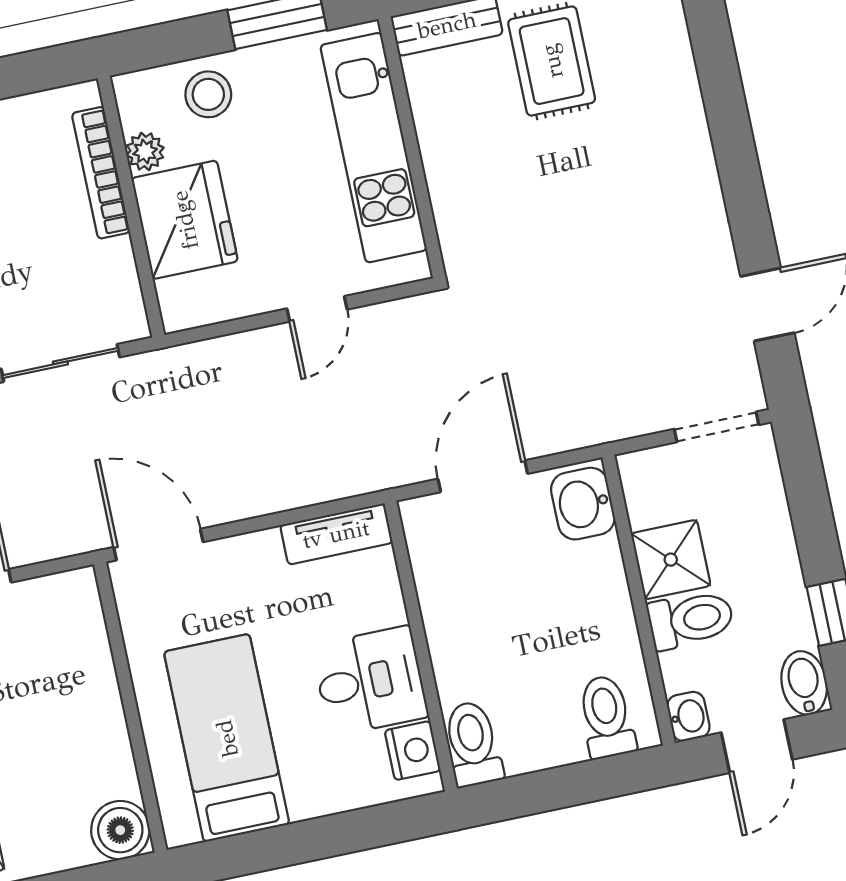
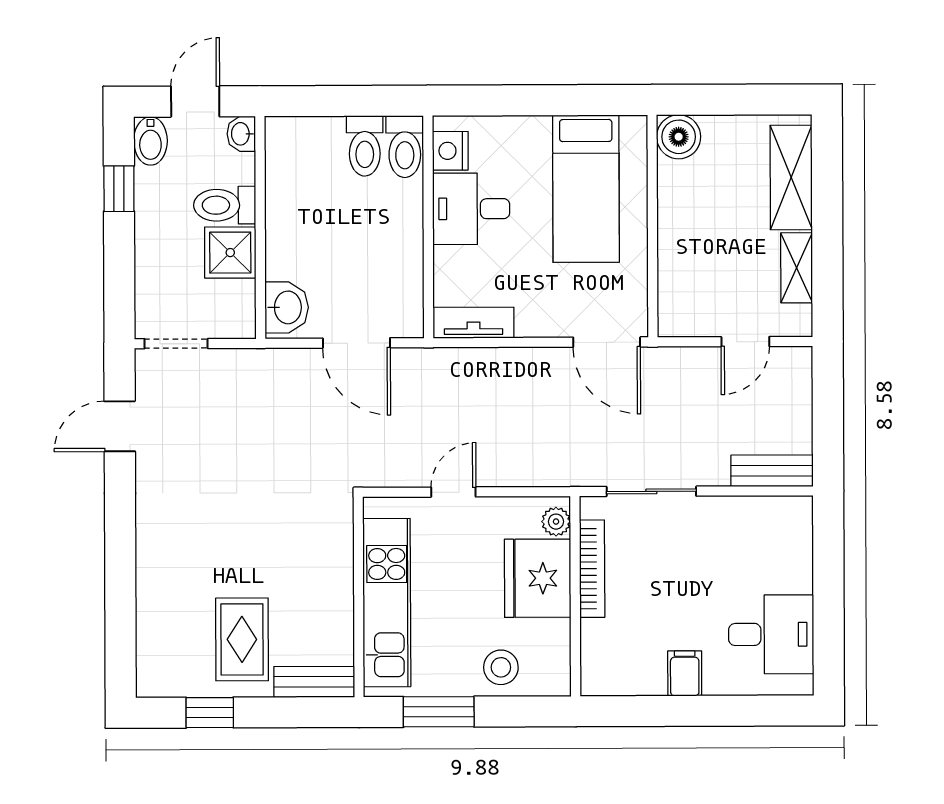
plant: (145, 151) -> (556, 522), moved
bookcase: (101, 173) -> (592, 569), moved
door: (483, 476) -> (356, 343), hinge flipped
toilet: (607, 717) -> (365, 146), moved

